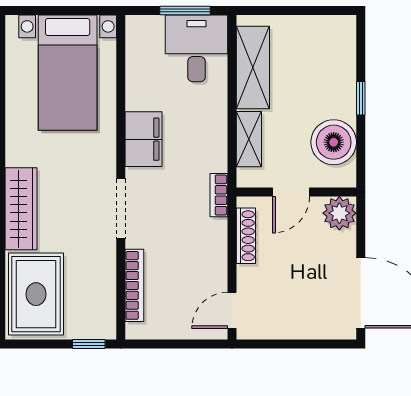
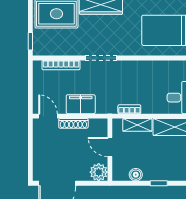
filing cabinet: (143, 139) -> (81, 104), moved, turned 180
boiler: (334, 142) -> (136, 175), width x0.54, depth x0.54
bookcase: (219, 195) -> (129, 109), moved
shoe rack: (246, 236) -> (73, 123), moved

